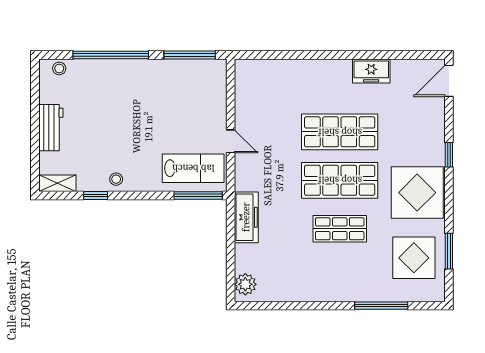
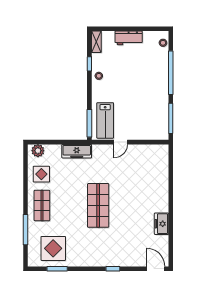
shop shelf: (340, 132) -> (126, 205), removed
display table: (417, 193) -> (41, 174), moved, width x0.54, depth x0.54
shop shelf: (340, 229) -> (42, 205), moved

